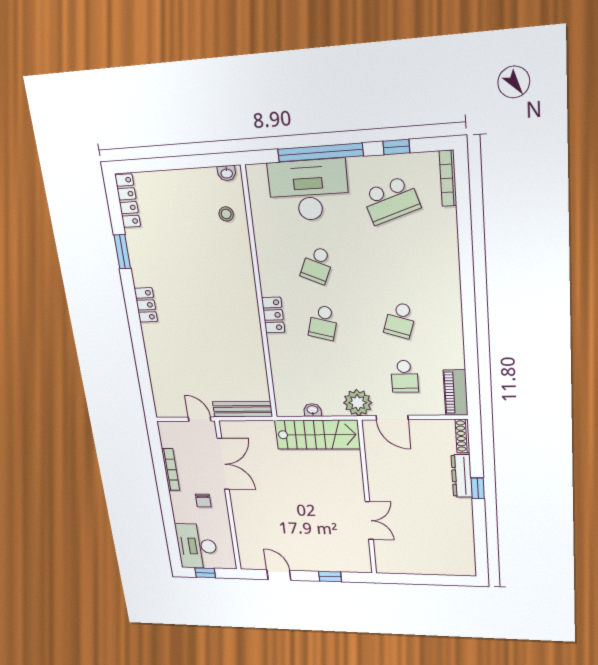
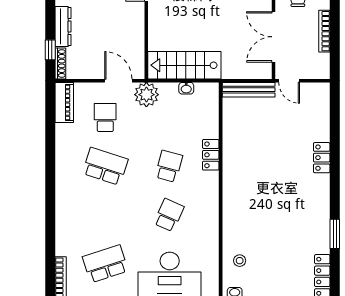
locker: (146, 305) -> (322, 158), moved
locker: (273, 315) -> (211, 155), moved
school desk: (400, 320) -> (105, 166), width x1.85
window: (478, 488) -> (50, 50), moved

